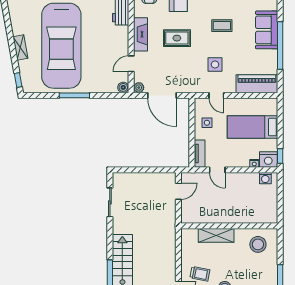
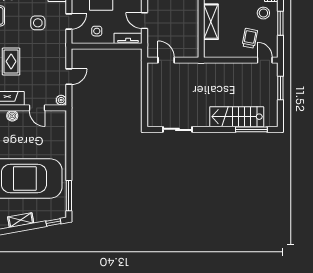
boiler: (123, 87) -> (12, 116), moved
window: (74, 95) -> (69, 196), moved
door: (162, 95) -> (69, 77), width x0.53
door: (217, 170) -> (145, 21), swing flipped

